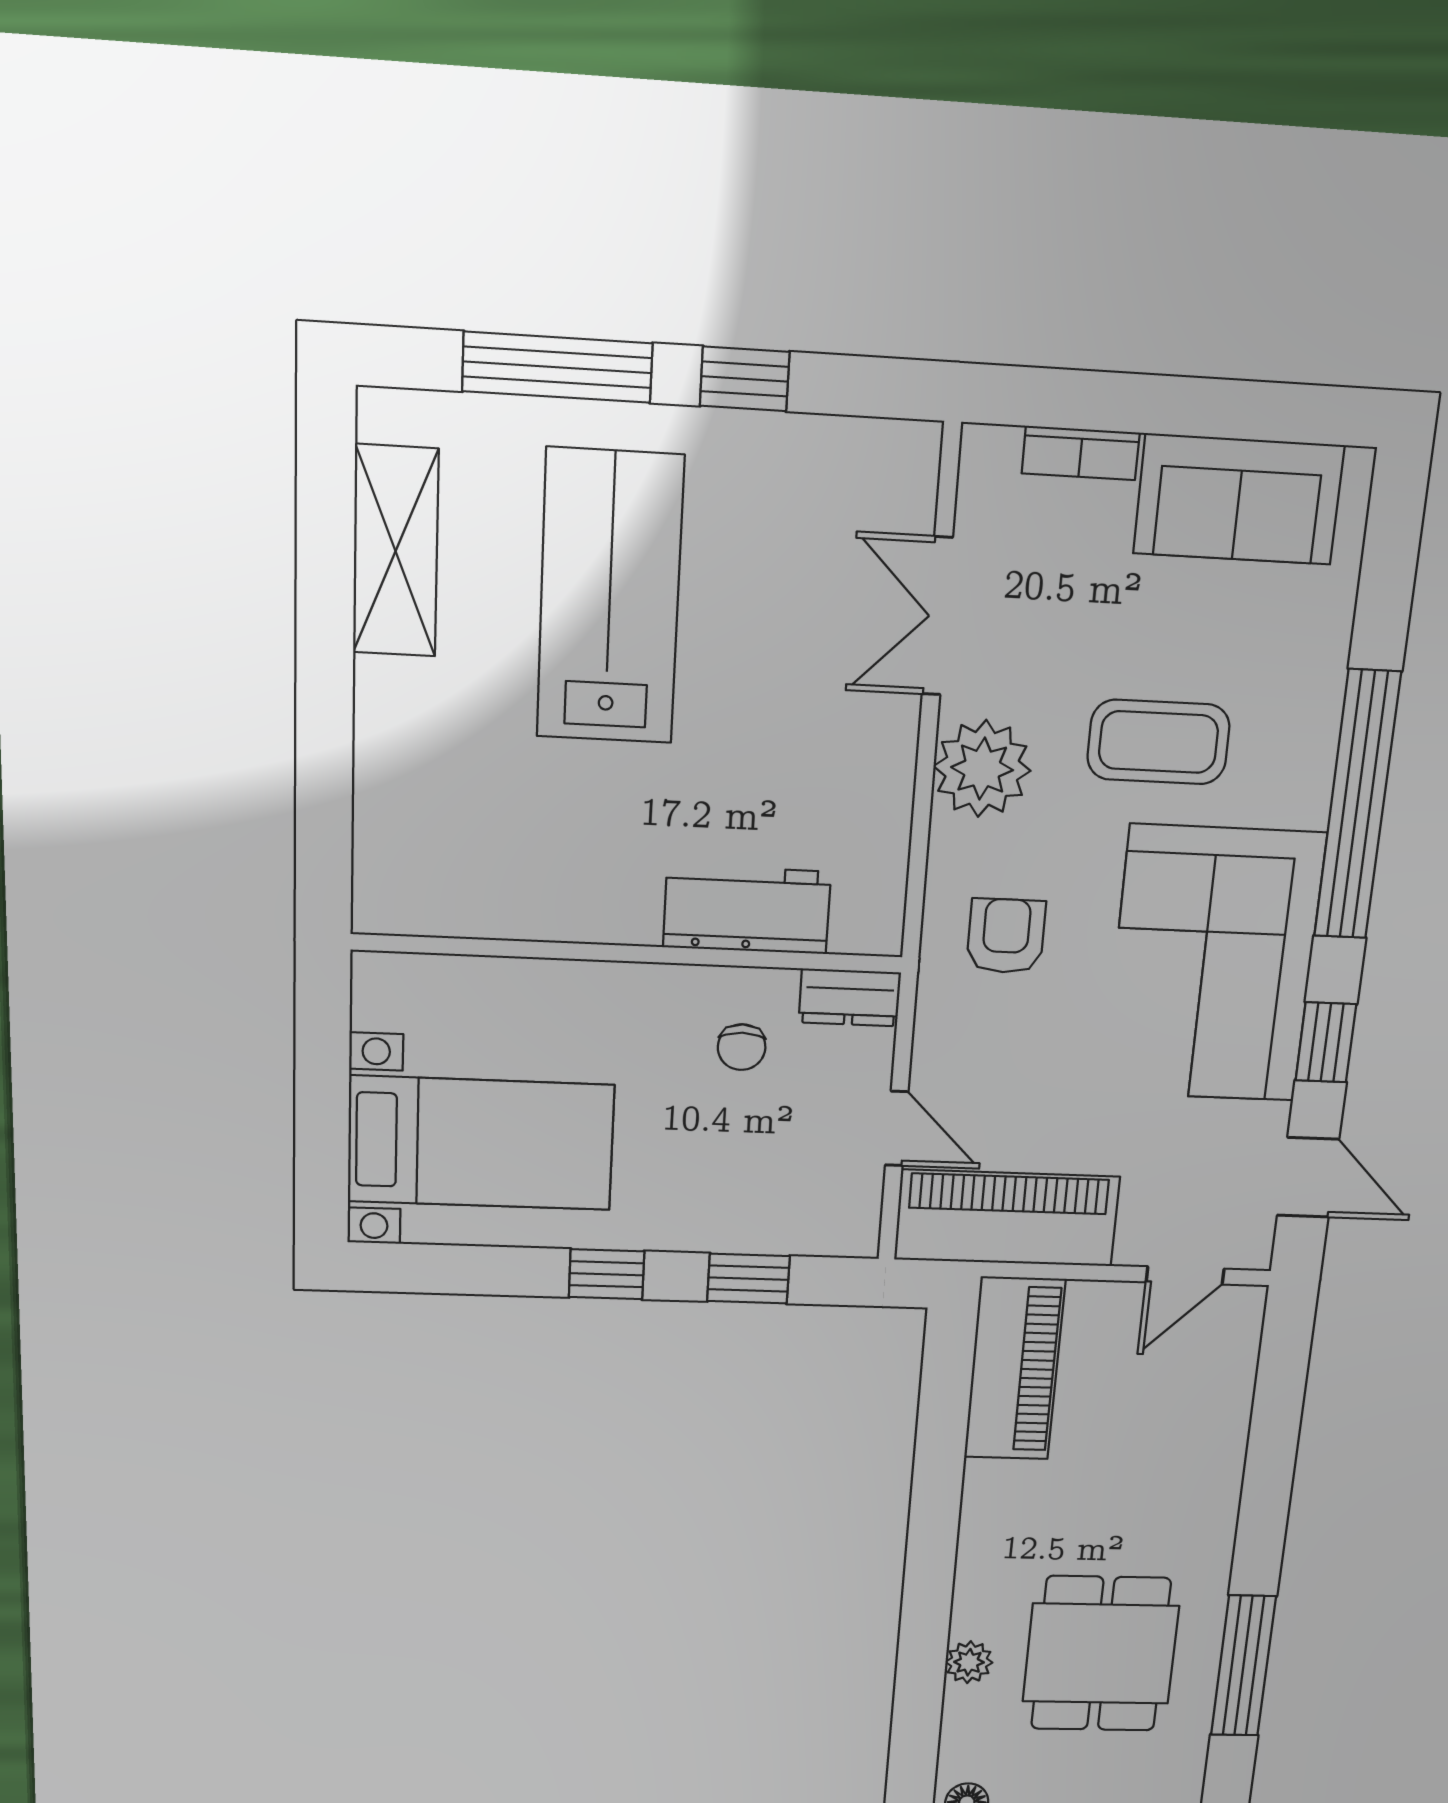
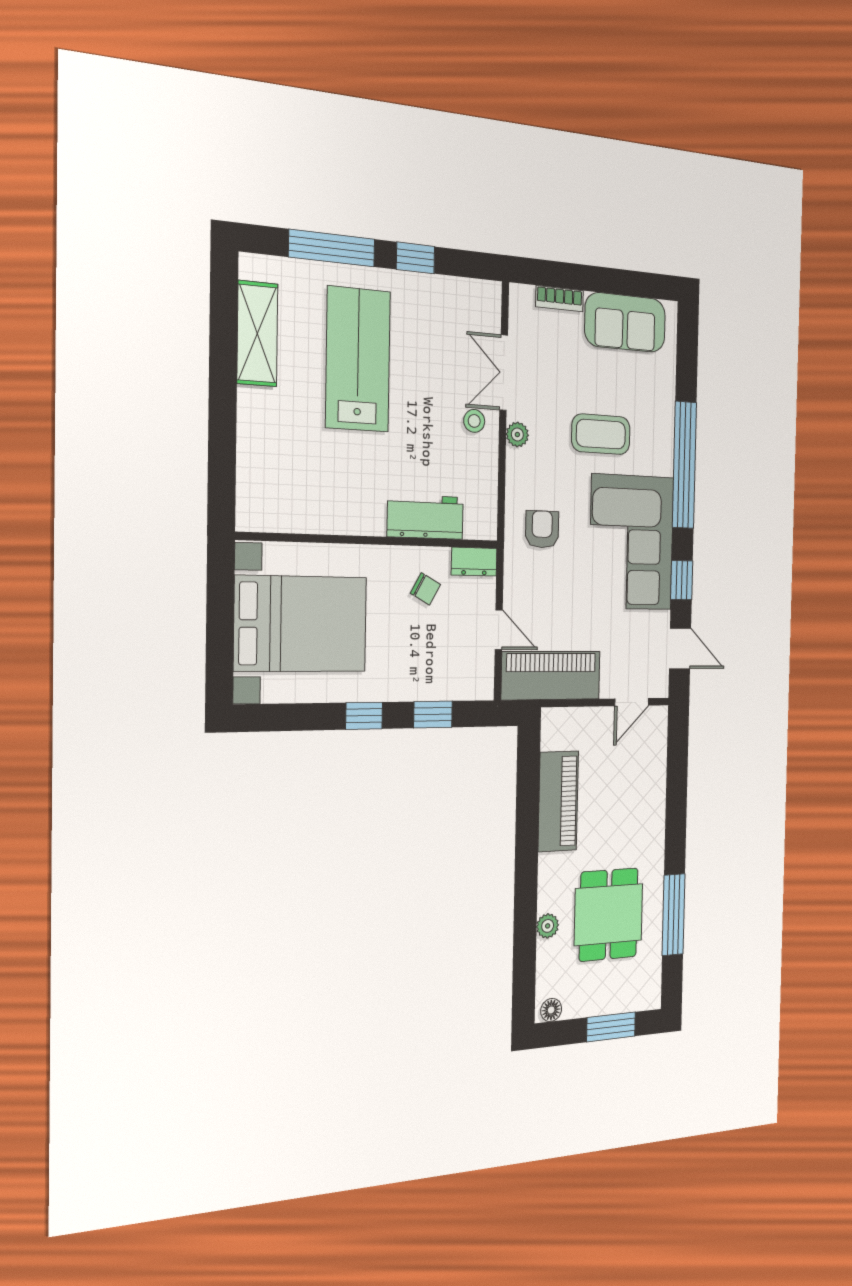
stool: (864, 718) -> (474, 421), added
plant: (982, 769) -> (517, 435), width x0.53, depth x0.53
chair: (742, 1047) -> (425, 589), turned -61
bed with nightstands: (481, 1143) -> (301, 624), width x1.36
piano: (1014, 1369) -> (558, 801), moved

